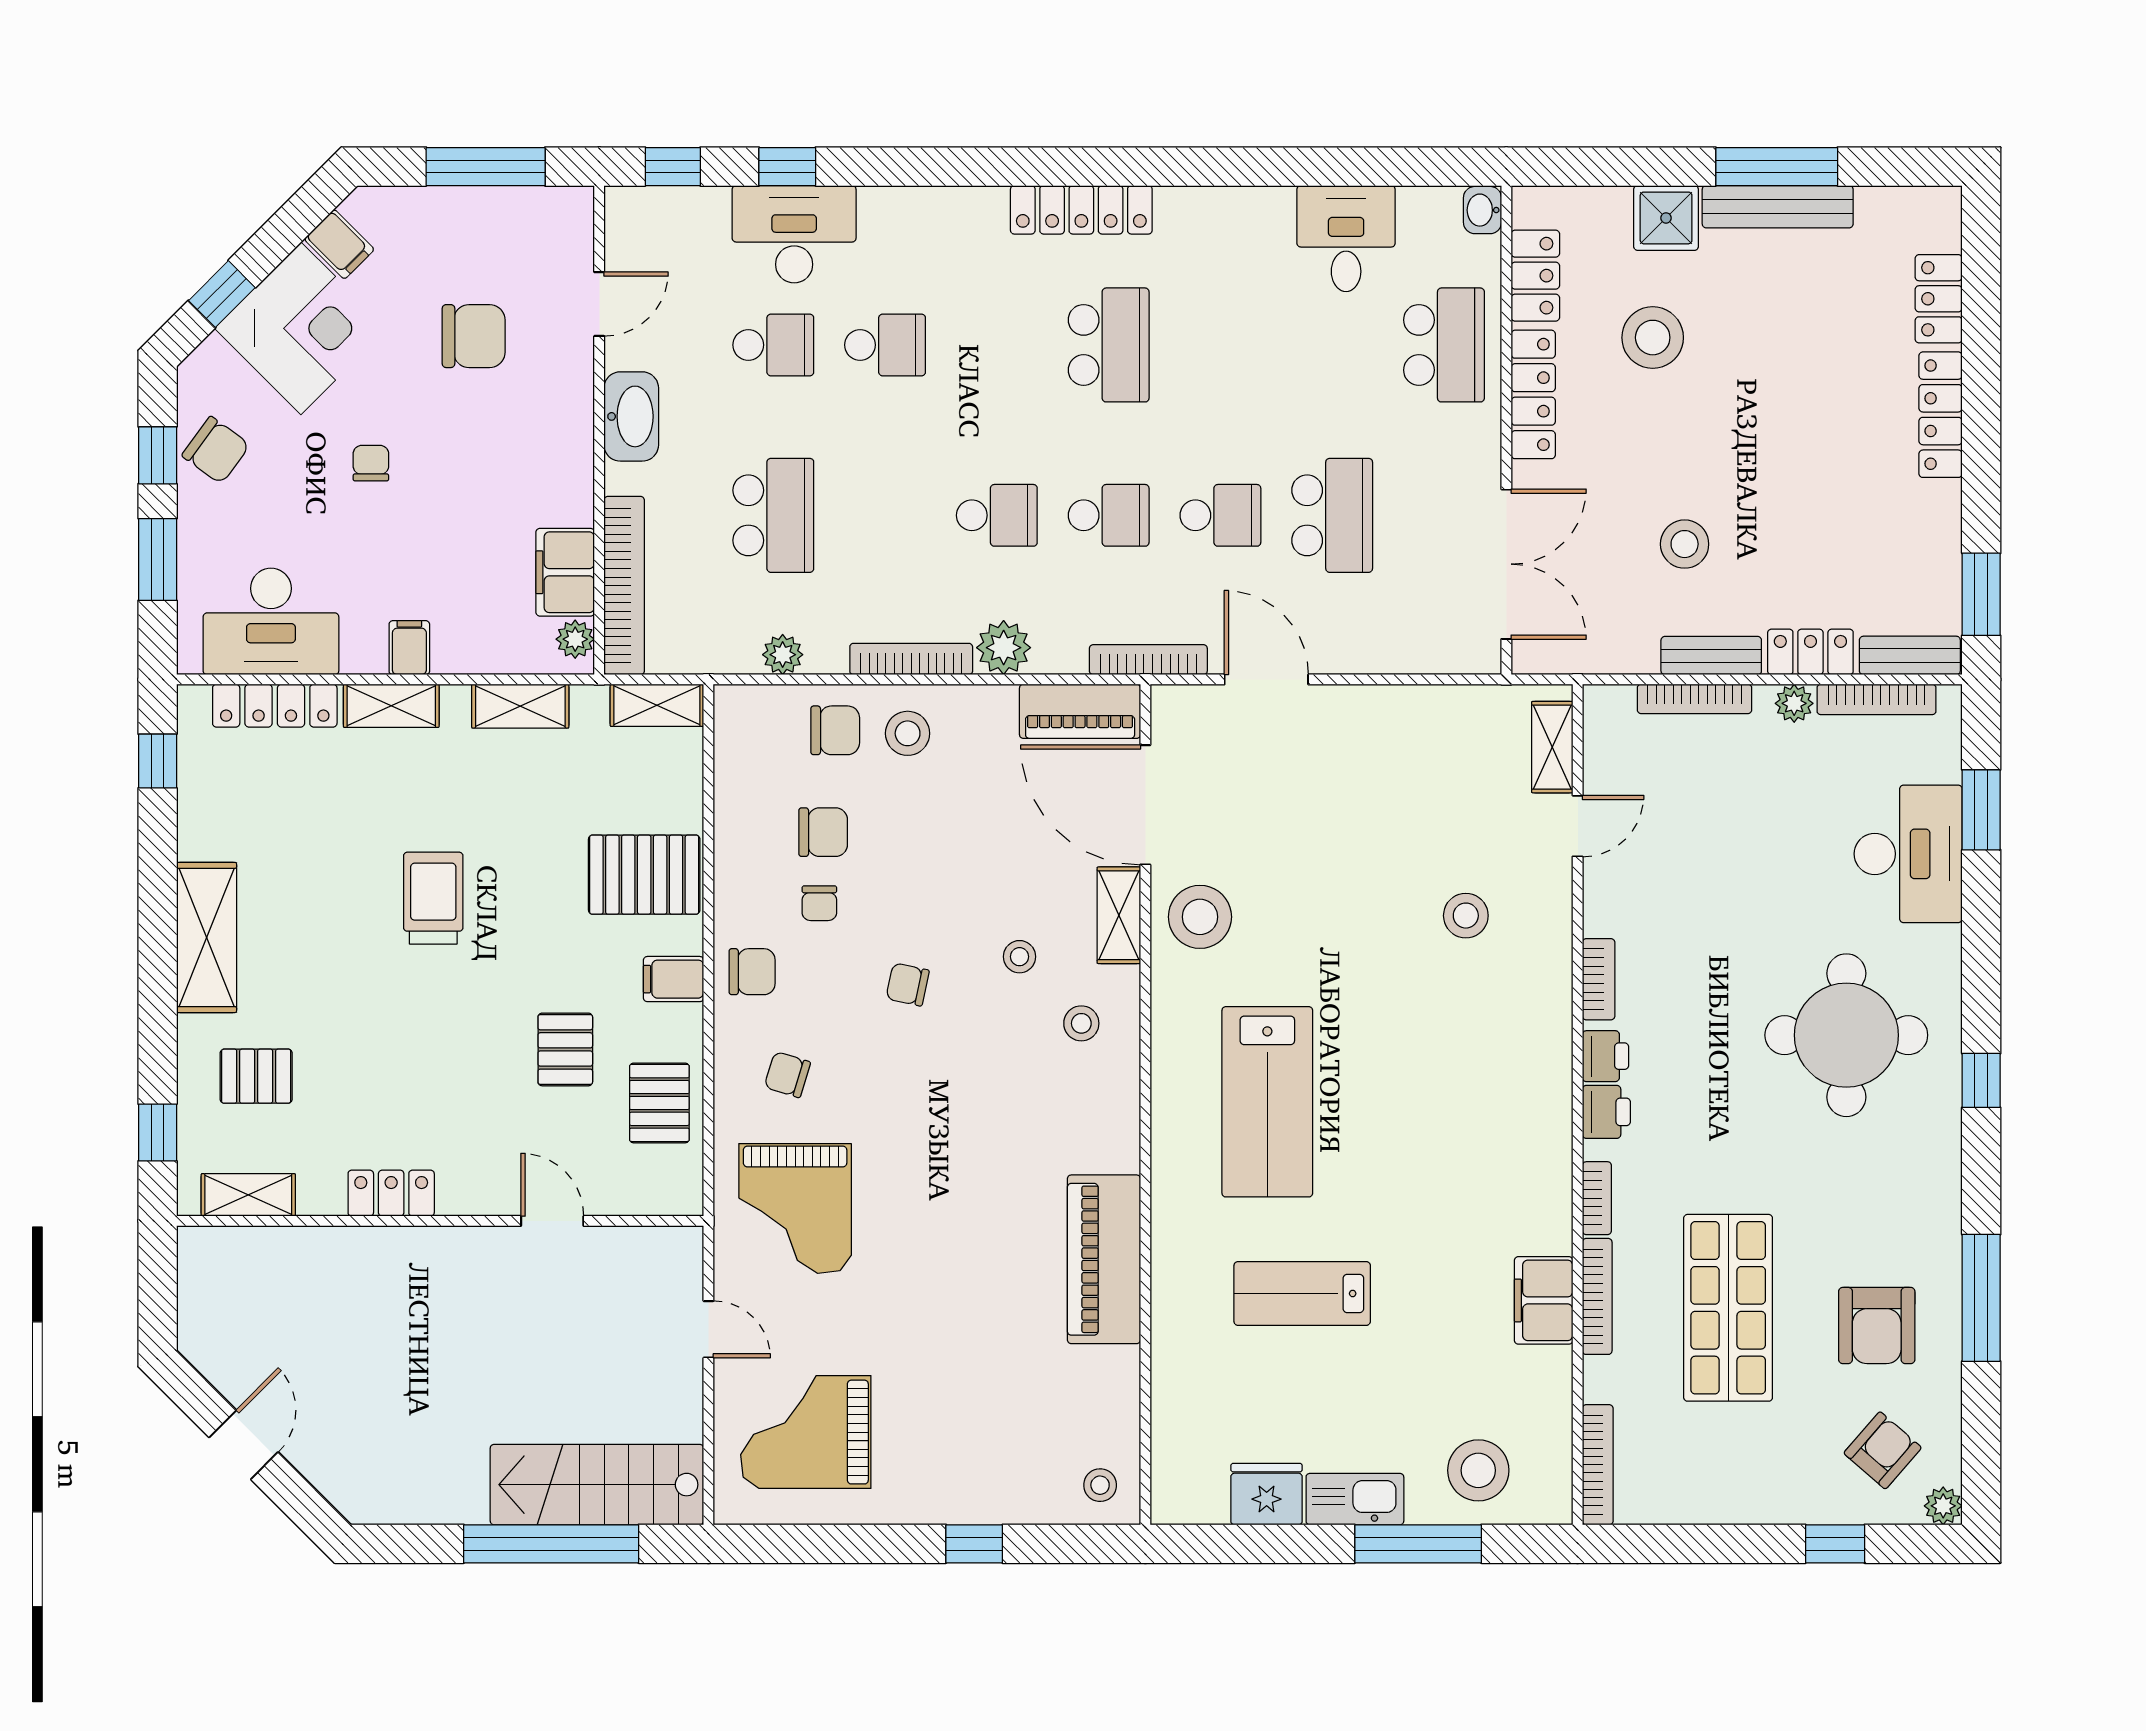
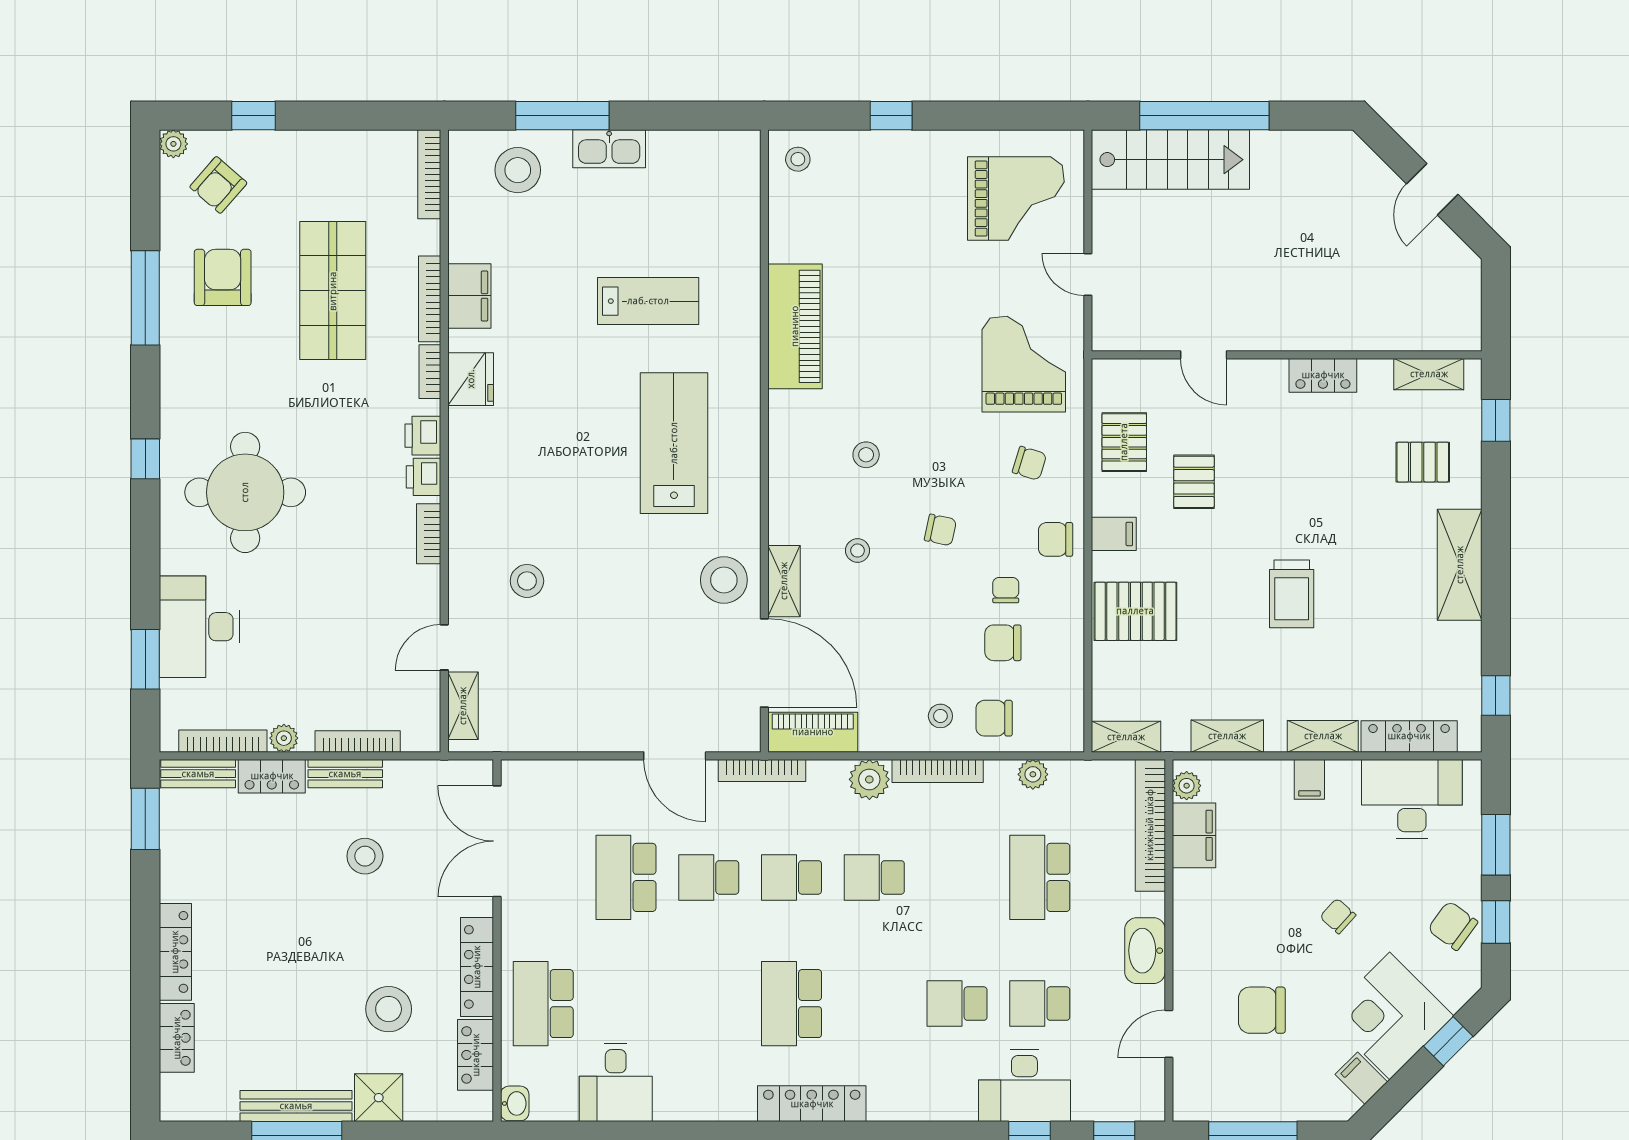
chair: (371, 463) -> (1338, 916), turned 132
stool: (908, 733) -> (940, 716), width x0.73, depth x0.73
stool: (1081, 1023) -> (866, 455), moved
fridge: (1267, 1494) -> (471, 379), moved, turned -90

